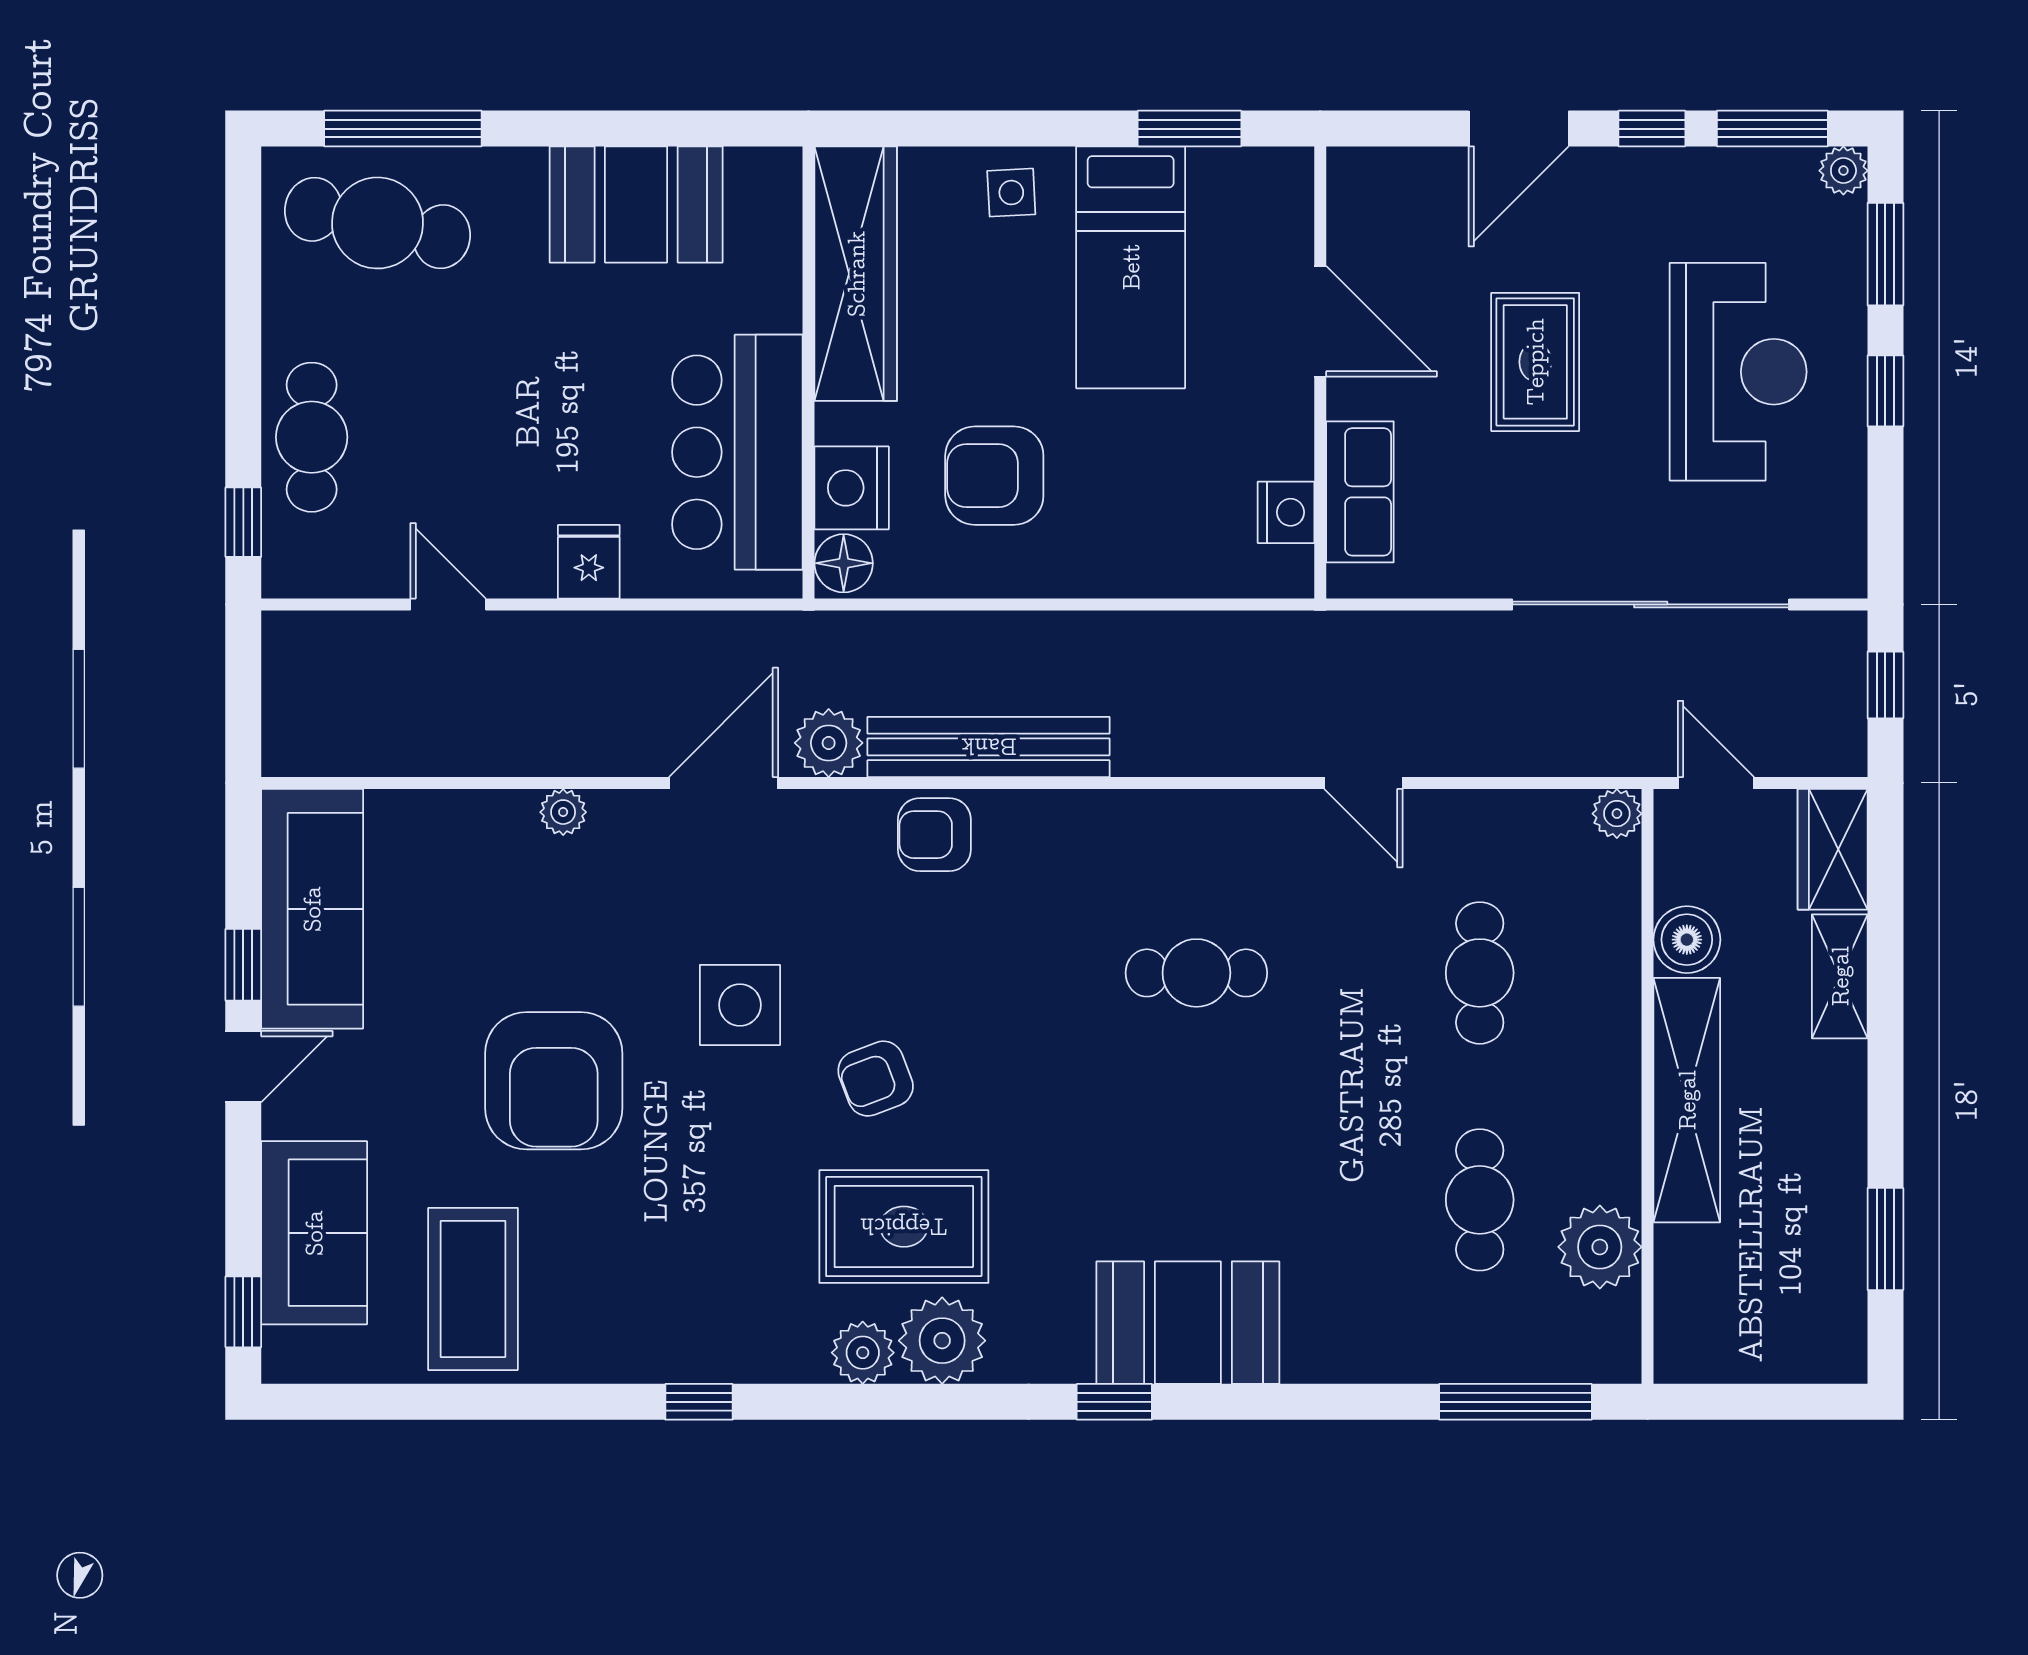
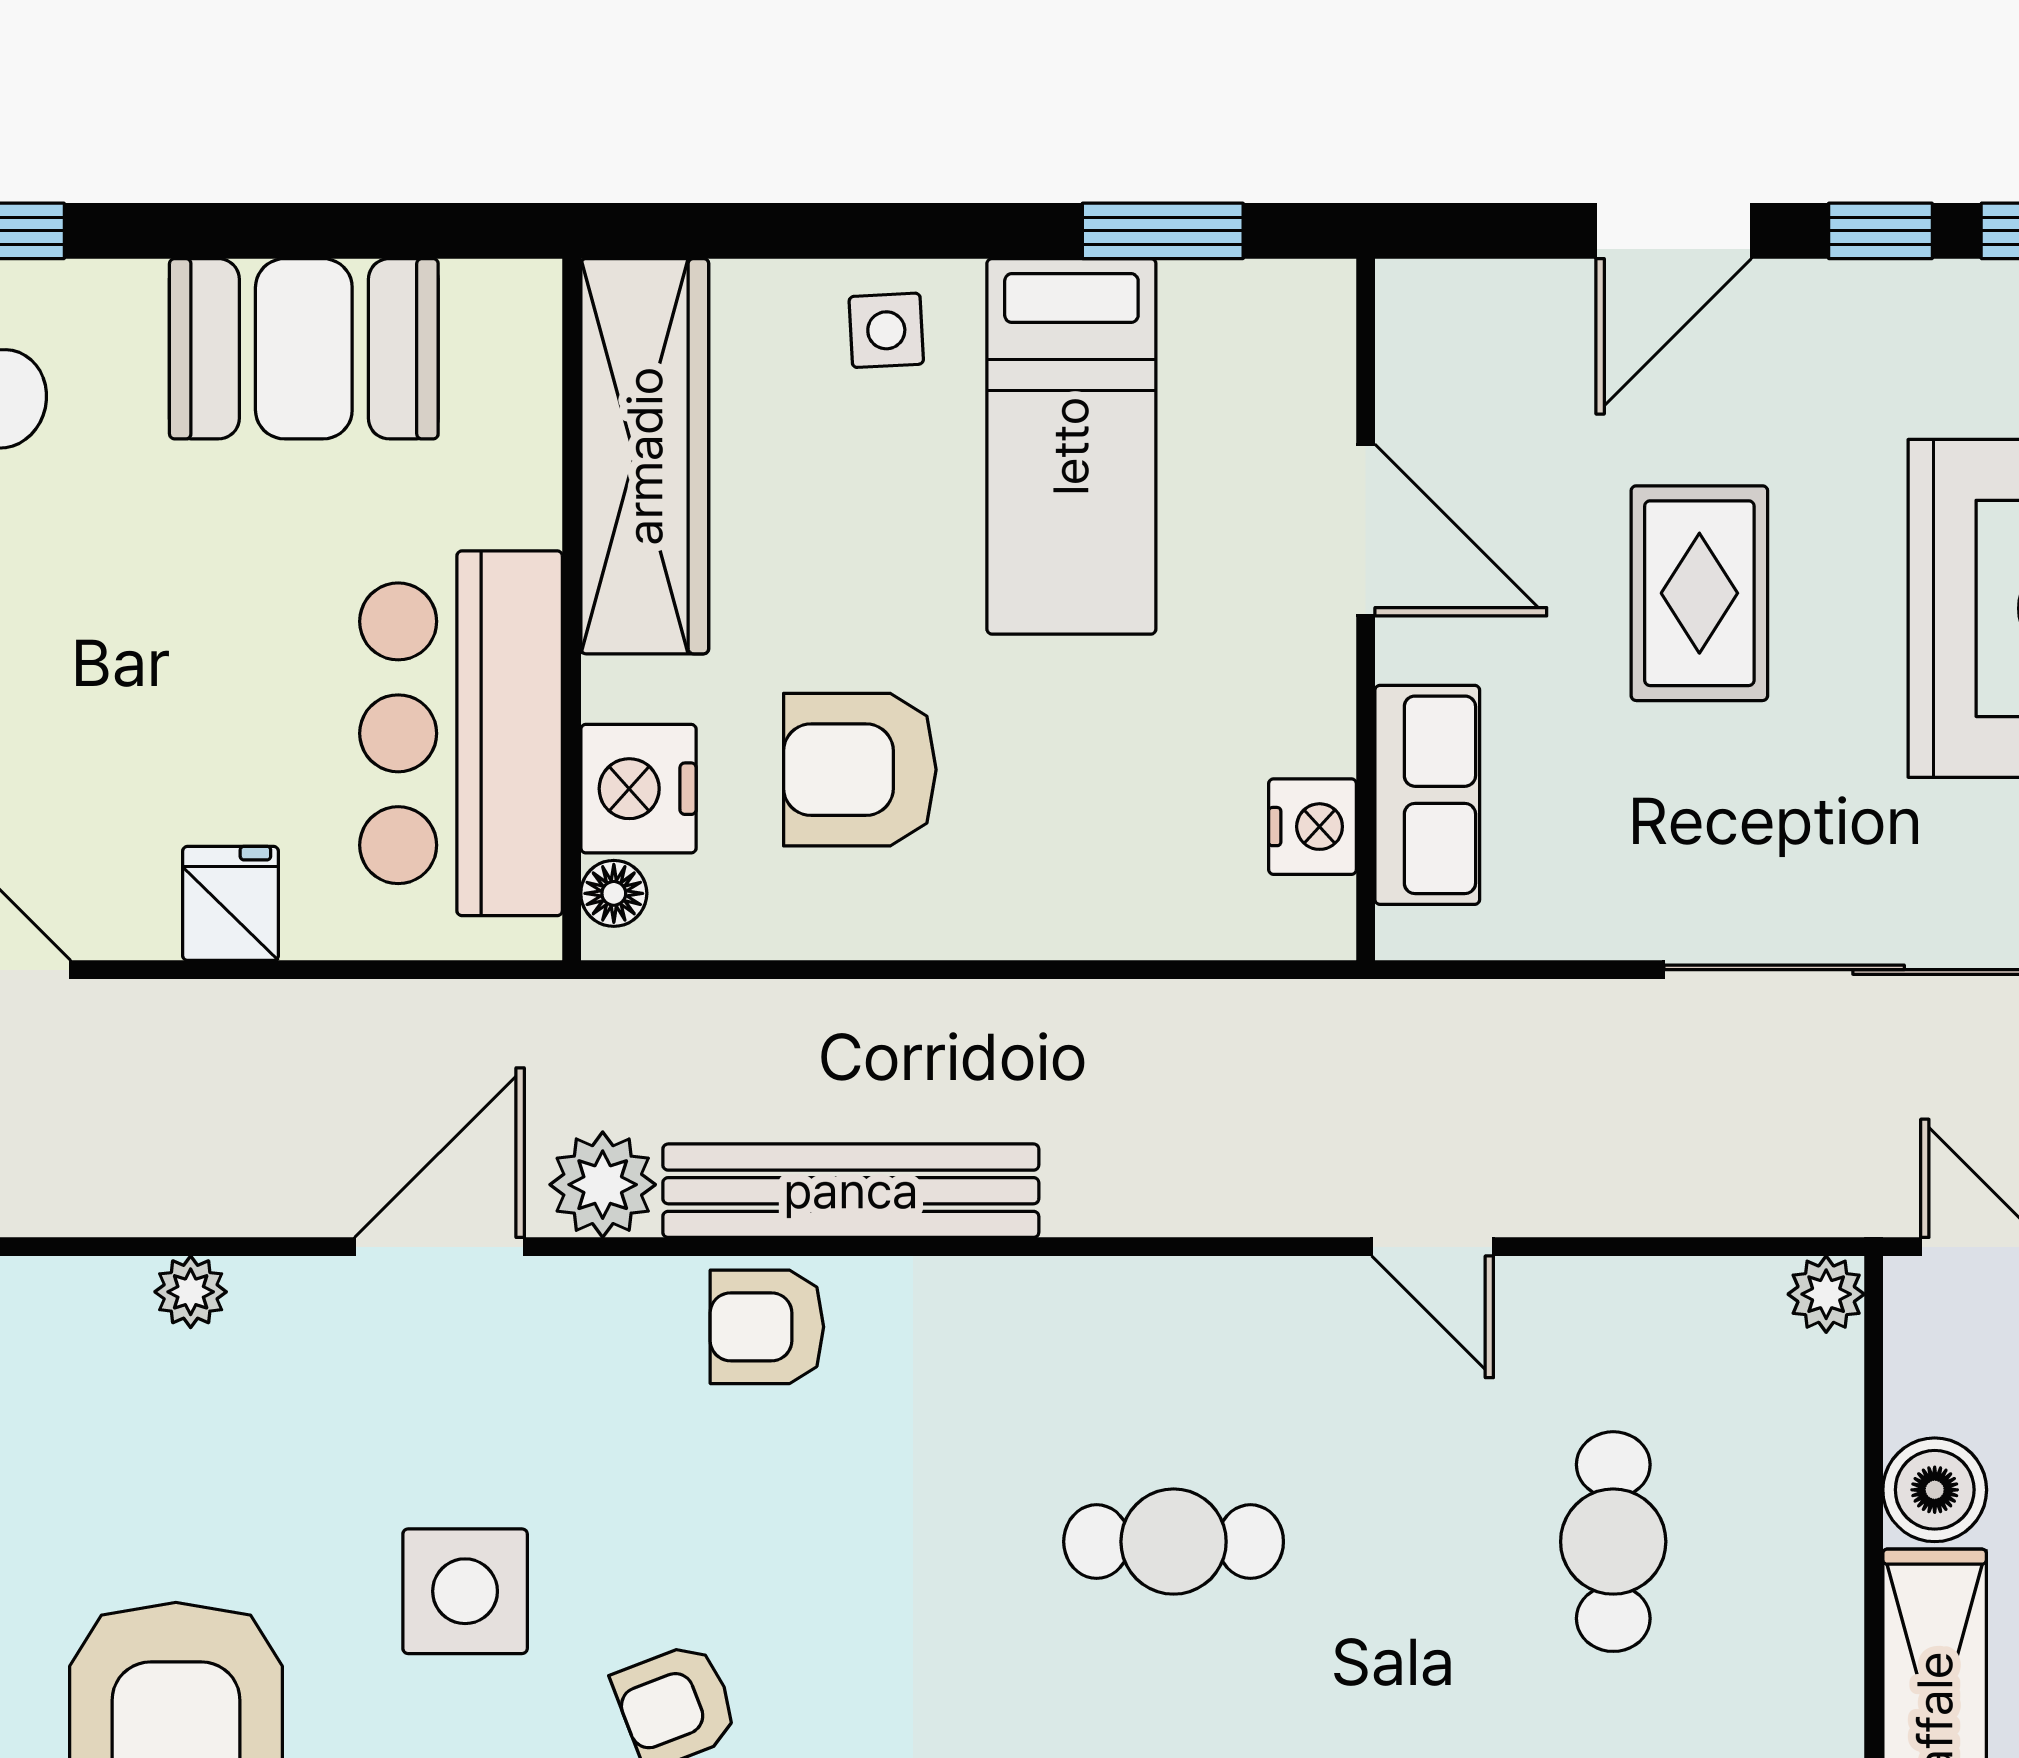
floor lamp: (844, 563) -> (614, 893), width x0.73, depth x0.73

